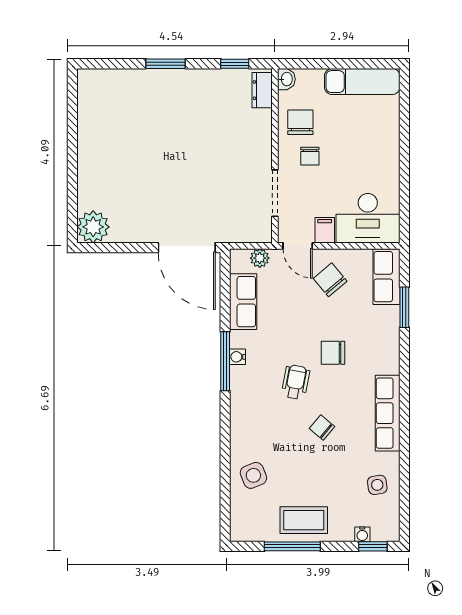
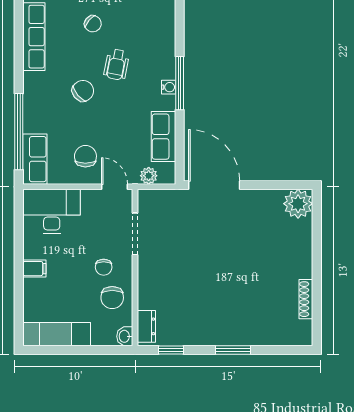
shoe rack: (84, 121) -> (306, 299), added
chair: (310, 156) -> (104, 267), turned 180
filing cabinet: (325, 230) -> (34, 269), moved, turned -90
chair: (330, 280) -> (85, 156), turned -140
window: (404, 307) -> (19, 132), width x2.11
chair: (333, 353) -> (83, 91), turned -40

